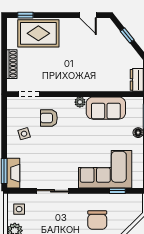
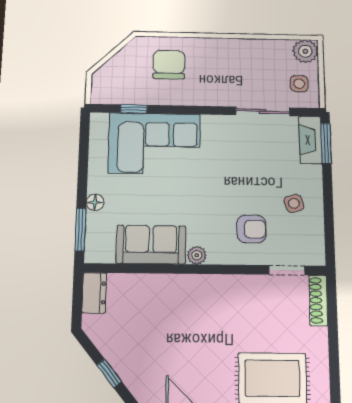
shoe rack: (12, 64) -> (318, 300), moved
sliding door: (53, 191) -> (263, 111), moved

